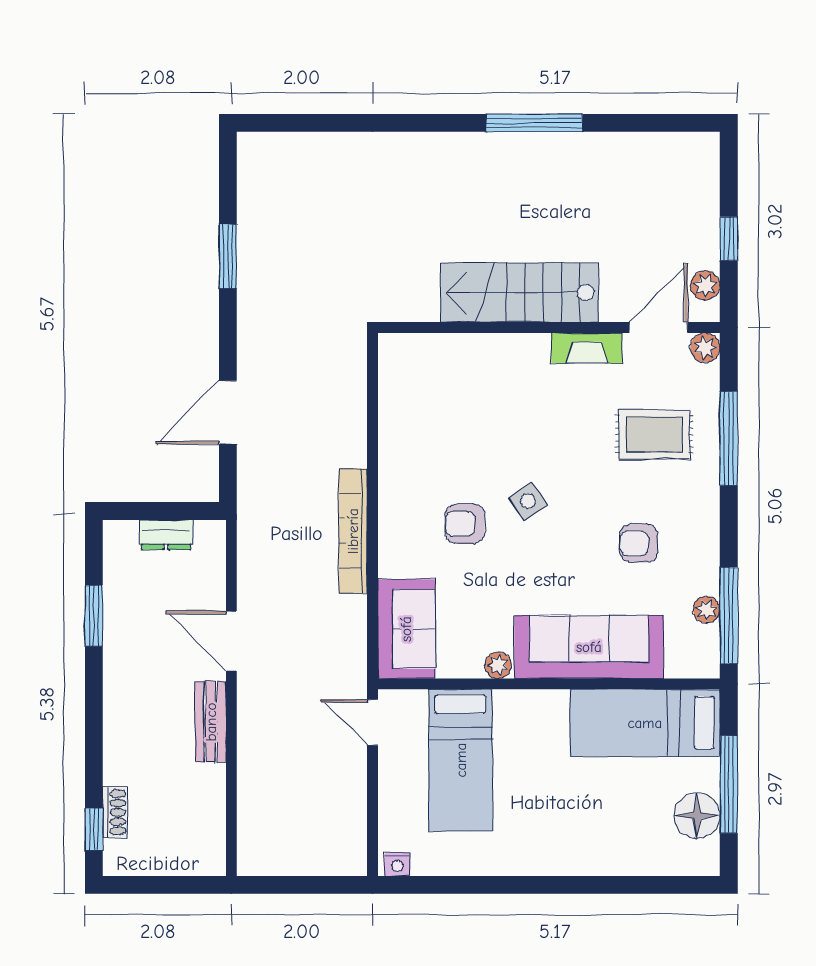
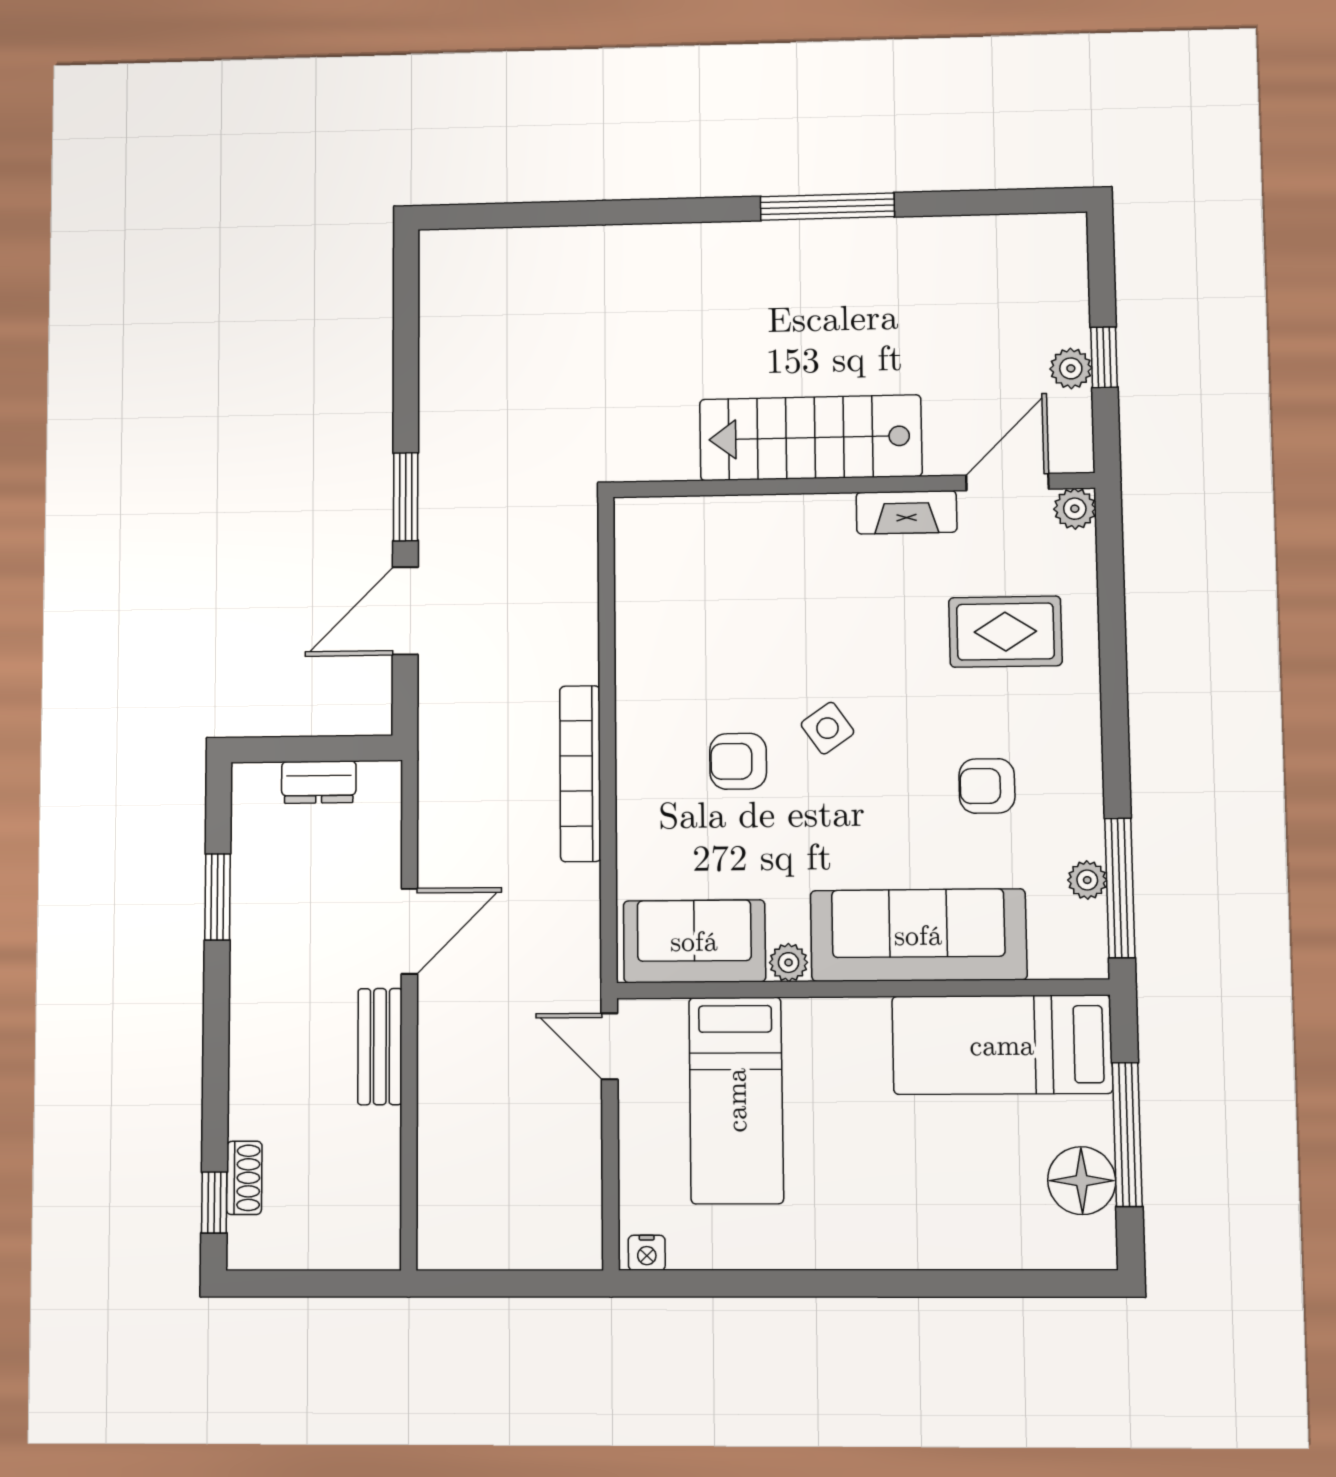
window: (228, 256) -> (406, 497), moved
plant: (705, 285) -> (1071, 368), moved
window: (729, 438) -> (1112, 635), removed
sofa: (406, 629) -> (694, 941), moved, turned -90
door: (231, 641) -> (409, 931), swing flipped

